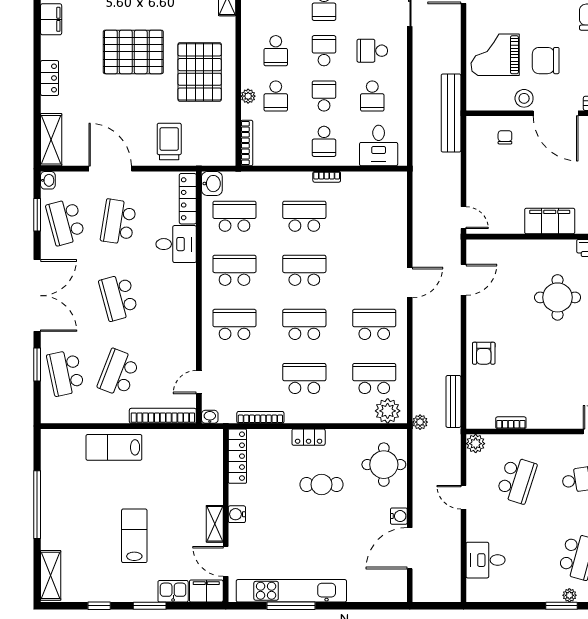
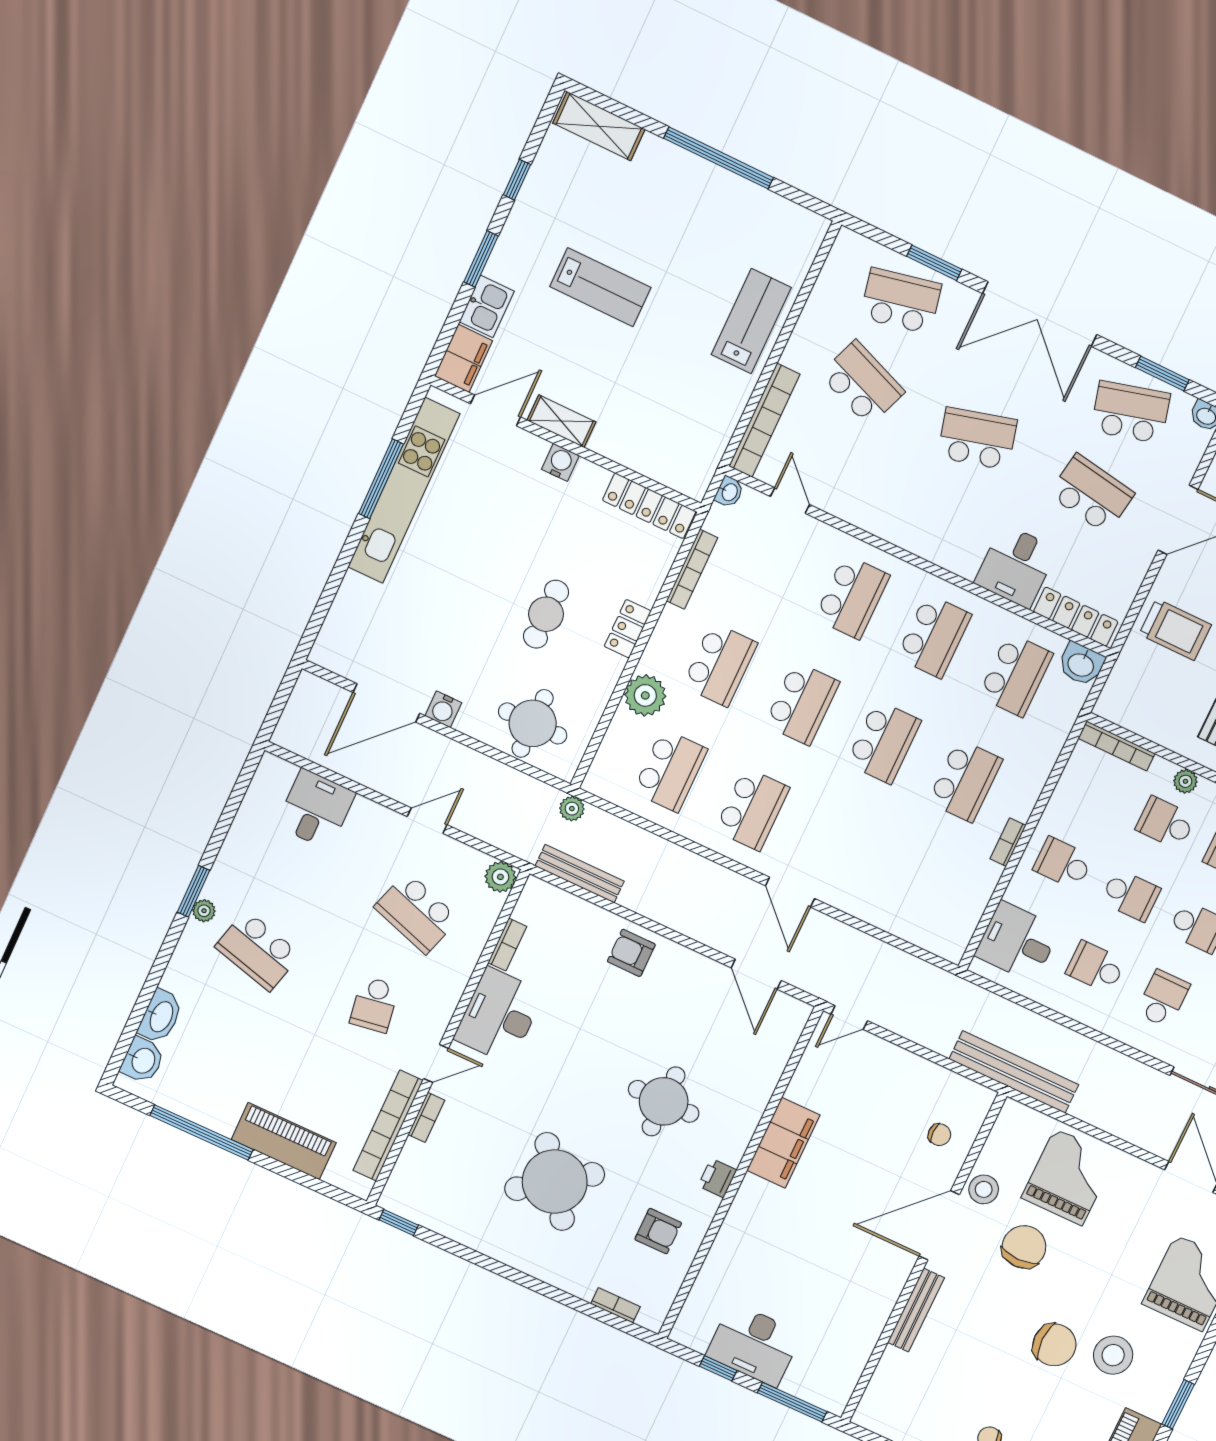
desk: (552, 409) -> (499, 1016), added
plant: (388, 411) -> (645, 695), moved
door: (410, 548) -> (386, 703), swing flipped

